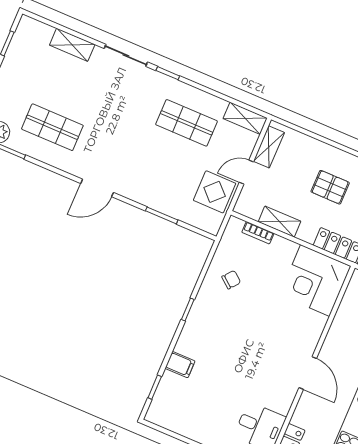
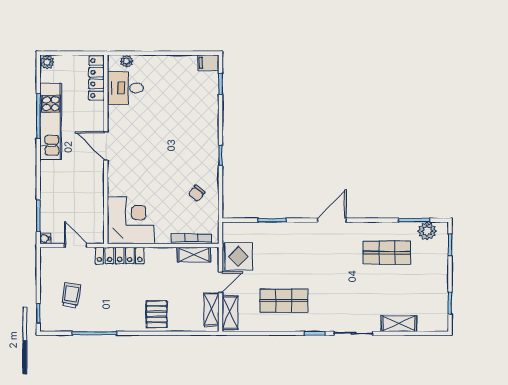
shelving: (245, 118) -> (230, 312), moved, turned 90
pallet: (330, 187) -> (157, 314), moved, turned 90
shelving: (280, 222) -> (194, 255), moved
bookcase: (258, 233) -> (191, 239), width x1.56
filing cabinet: (180, 365) -> (208, 63), moved

